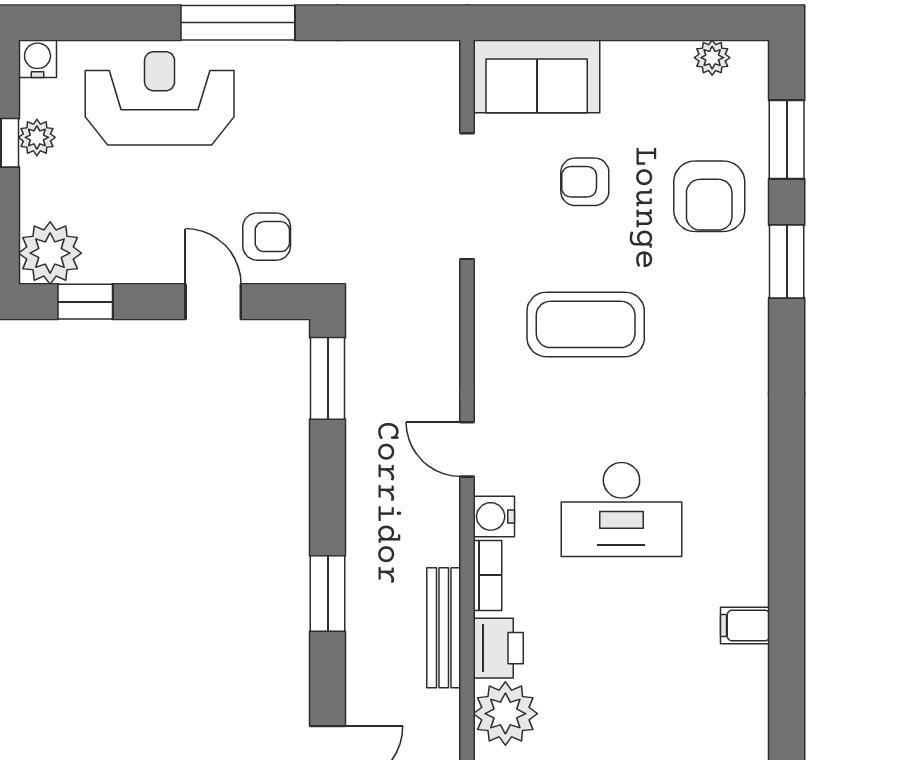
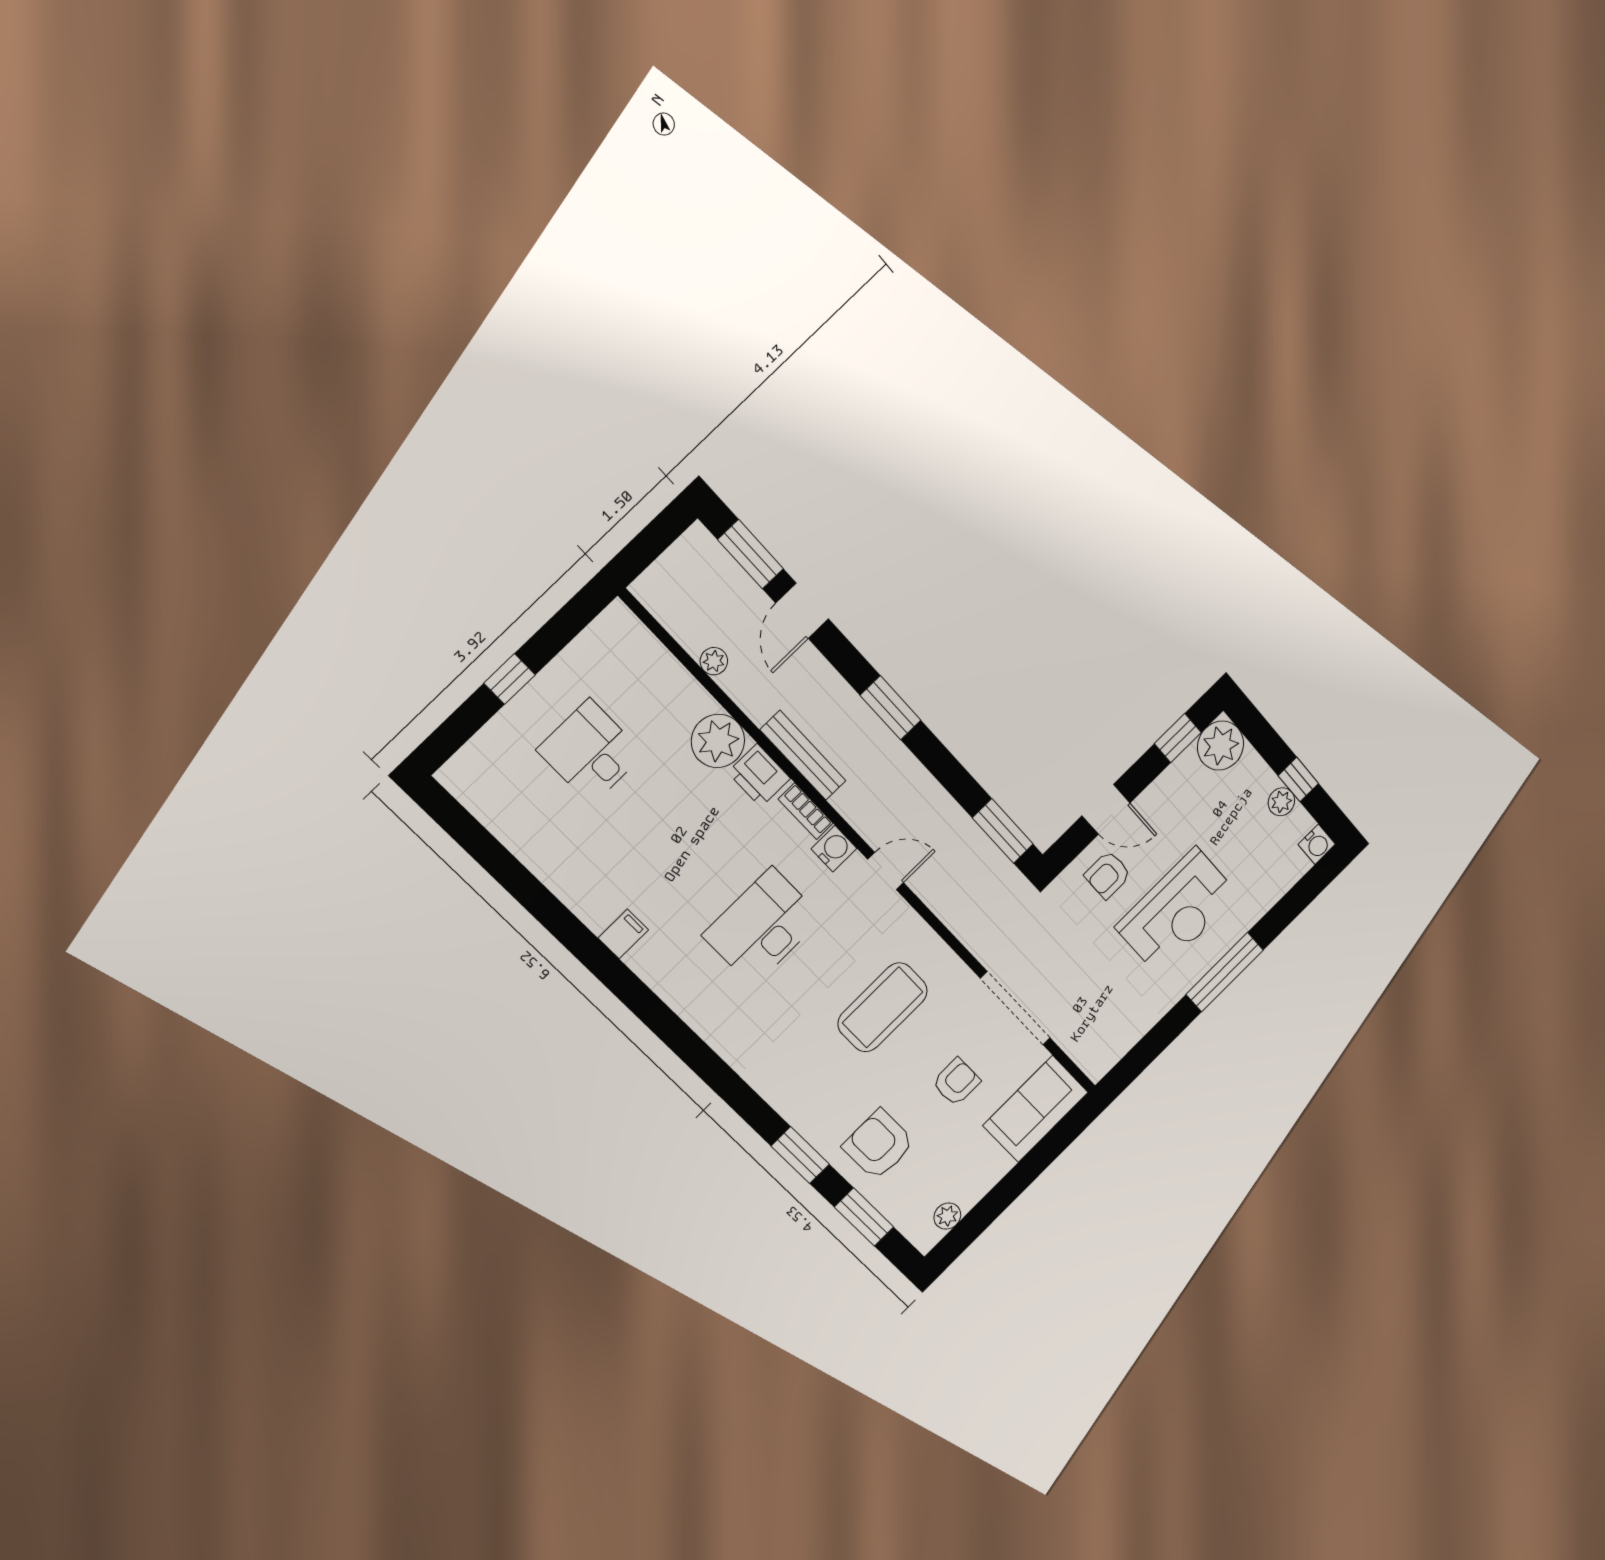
reception desk: (160, 98) -> (1177, 911), moved

